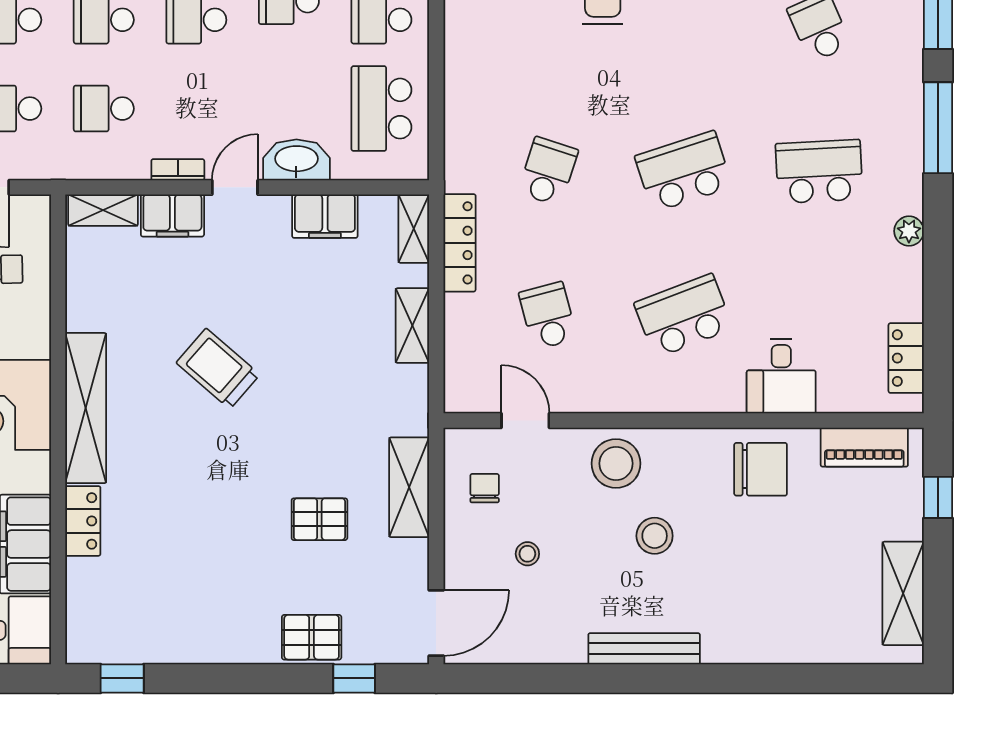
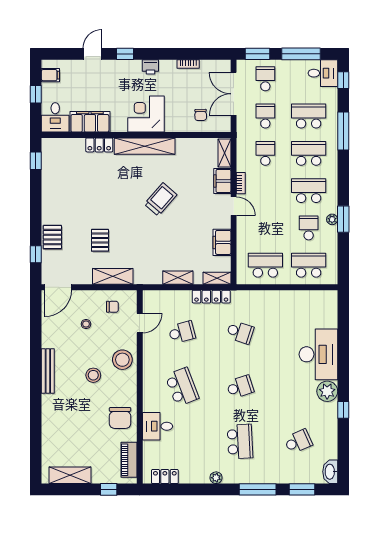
washbasin: (296, 160) -> (245, 231), removed
school desk: (684, 171) -> (240, 387), width x0.54
door: (436, 623) -> (58, 287), hinge flipped

